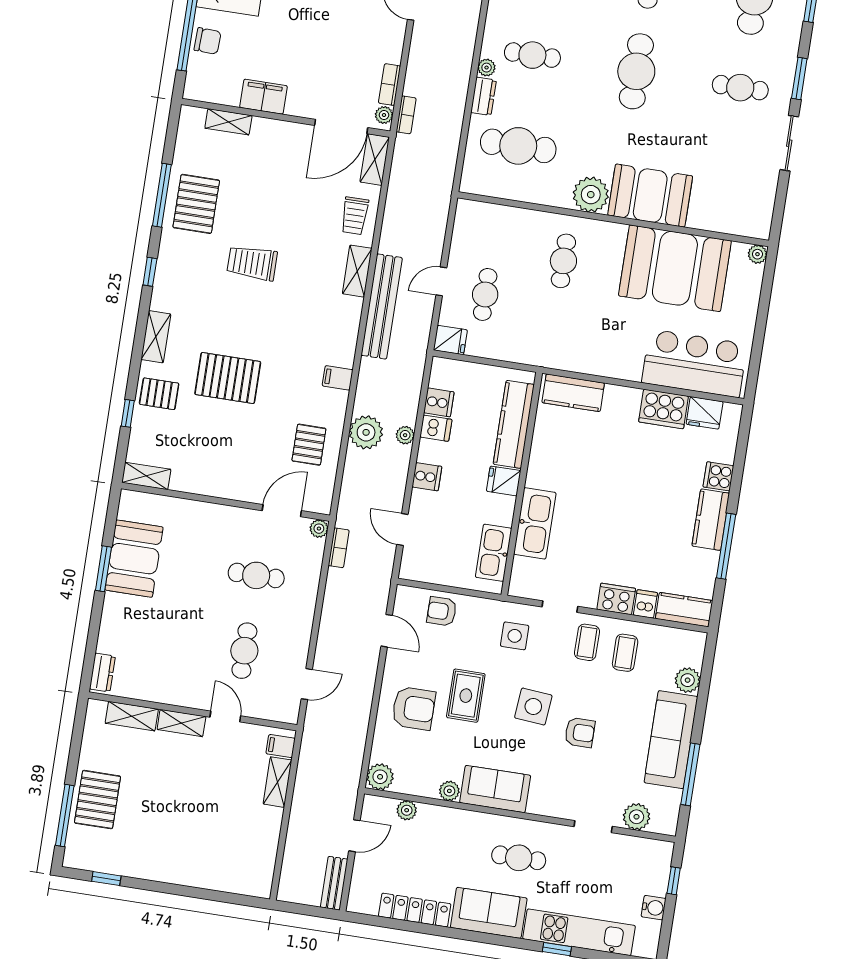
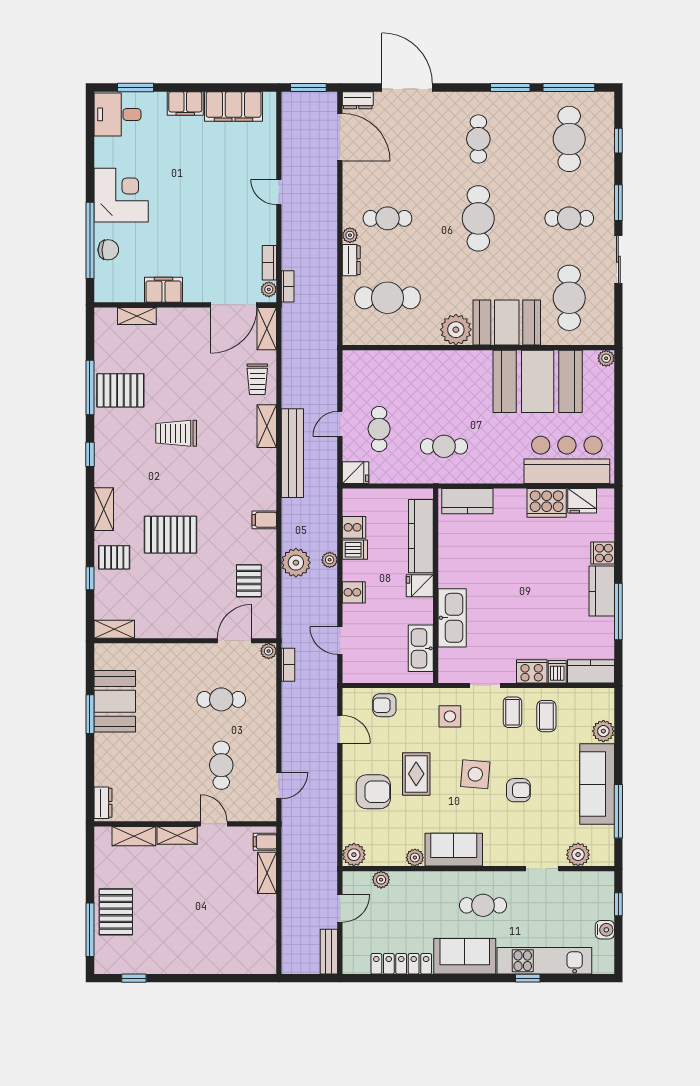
cafe table: (726, 178) -> (569, 298), added
pallet: (196, 204) -> (120, 390), turned 90
cafe table: (563, 261) -> (444, 446), moved, turned 90

